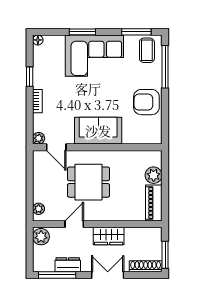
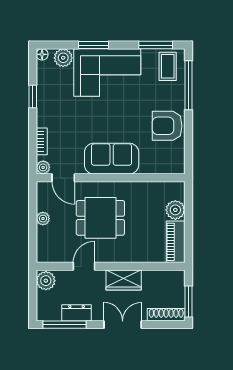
plant: (56, 43) -> (63, 58), added
bookcase: (37, 101) -> (42, 141), moved
plant: (39, 209) -> (43, 219), moved

